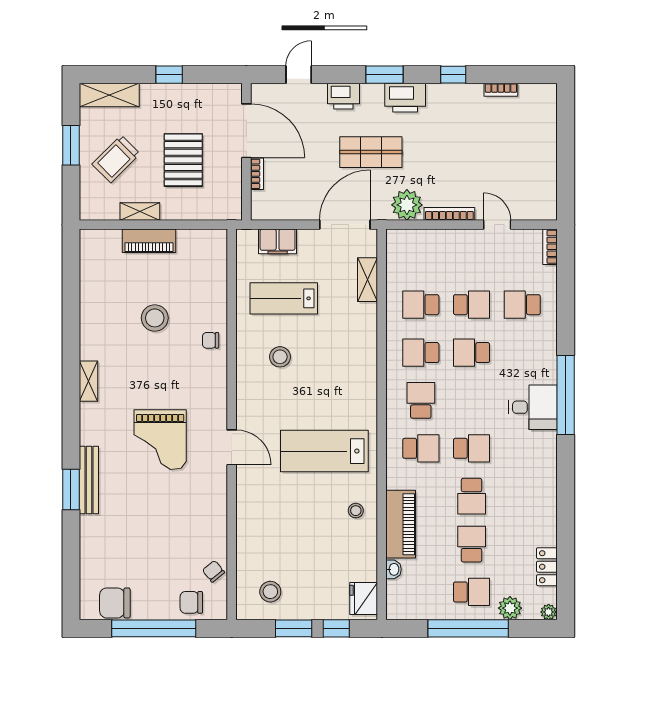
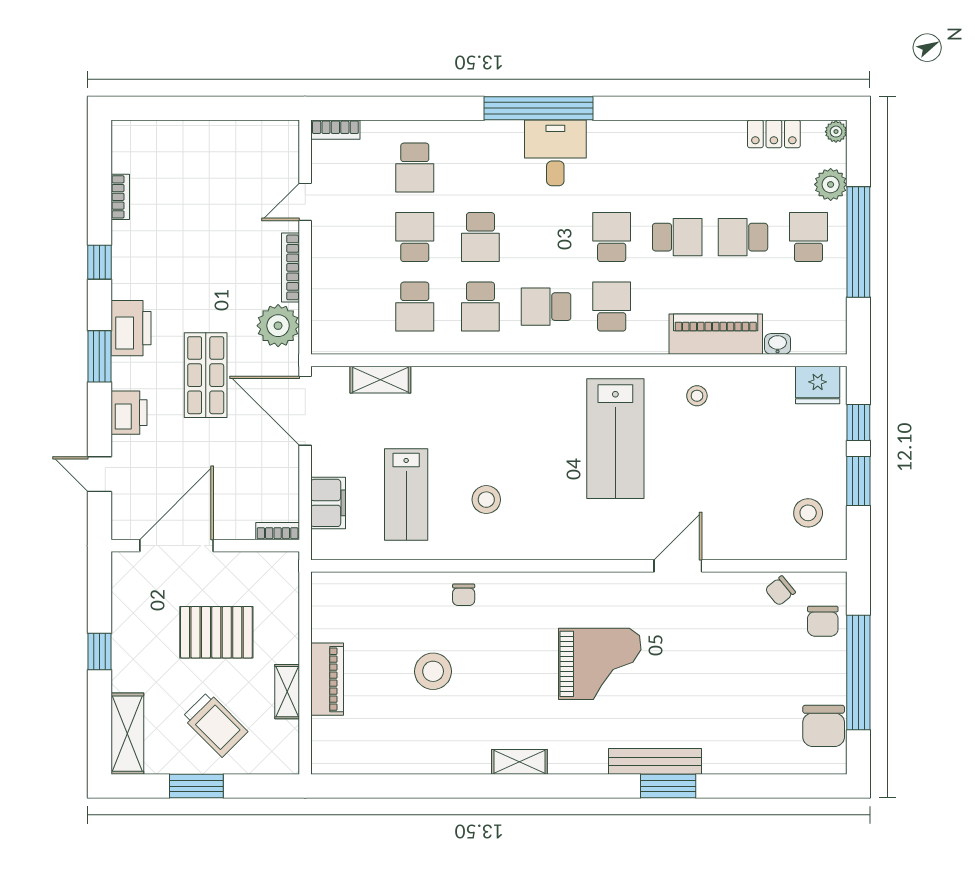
bookcase: (257, 174) -> (278, 531), moved
door: (232, 447) -> (678, 566), moved

